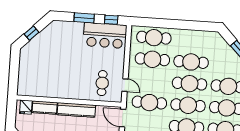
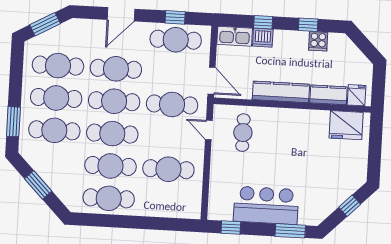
window: (84, 18) -> (290, 231), moved
bar counter: (105, 35) -> (266, 205), moved
cafe table: (154, 38) -> (109, 198), moved
fridge: (33, 87) -> (346, 125), added

